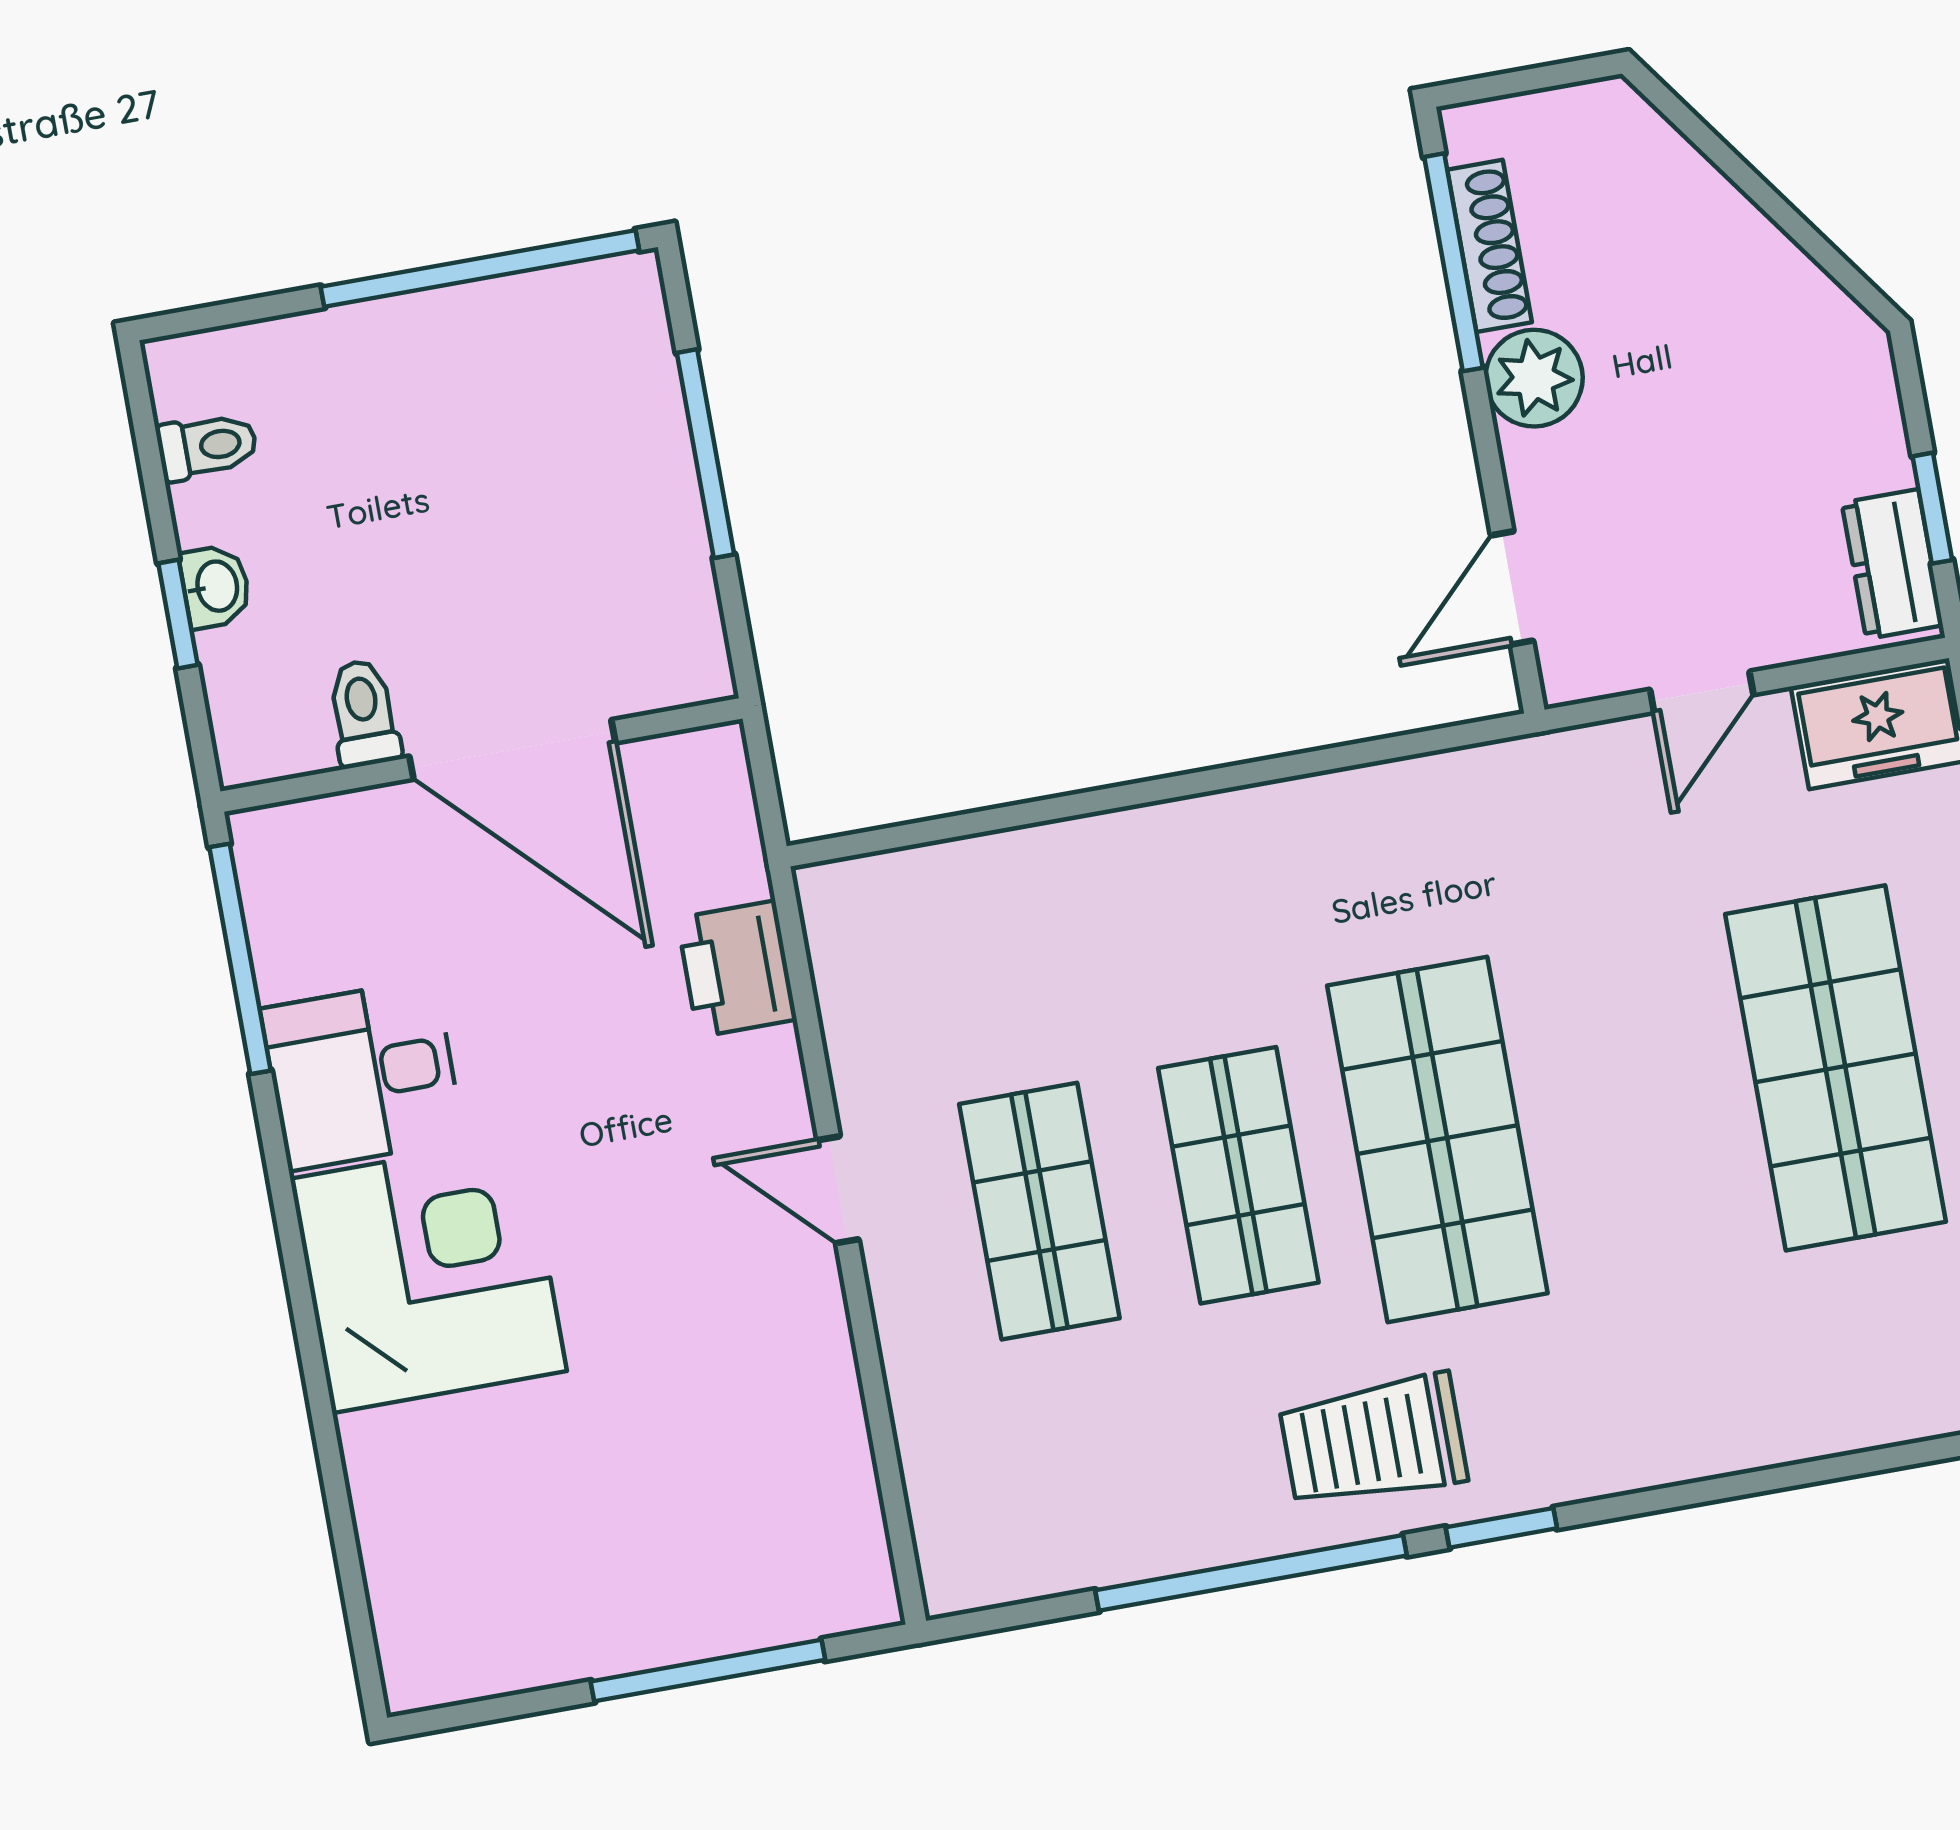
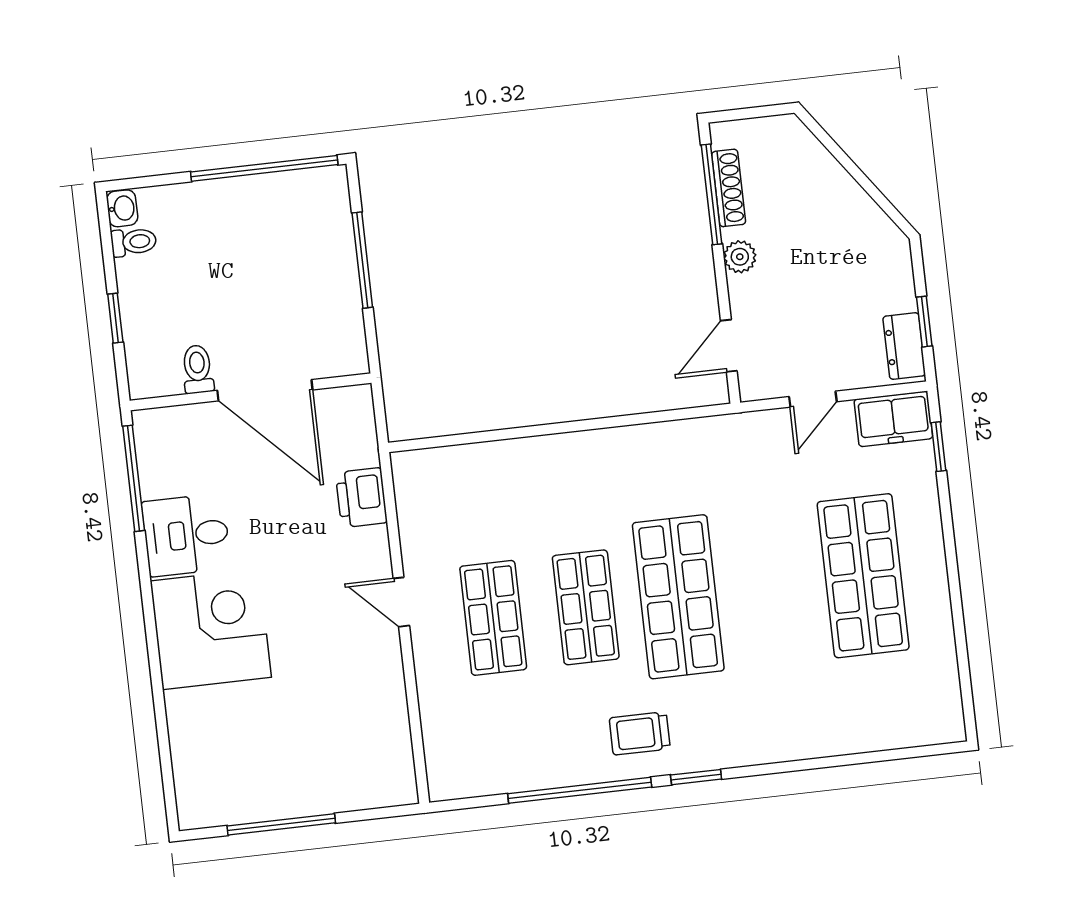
plant: (1534, 378) -> (740, 257), width x0.73, depth x0.73
washbasin: (215, 586) -> (122, 208), moved
trolley: (1373, 1441) -> (640, 733), width x0.73, depth x0.72
window: (708, 1671) -> (281, 824), moved

